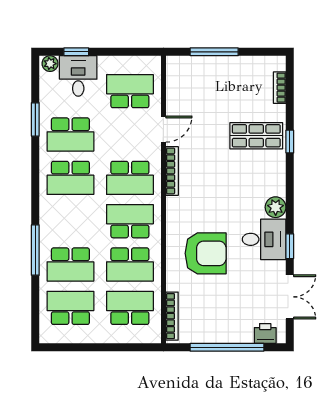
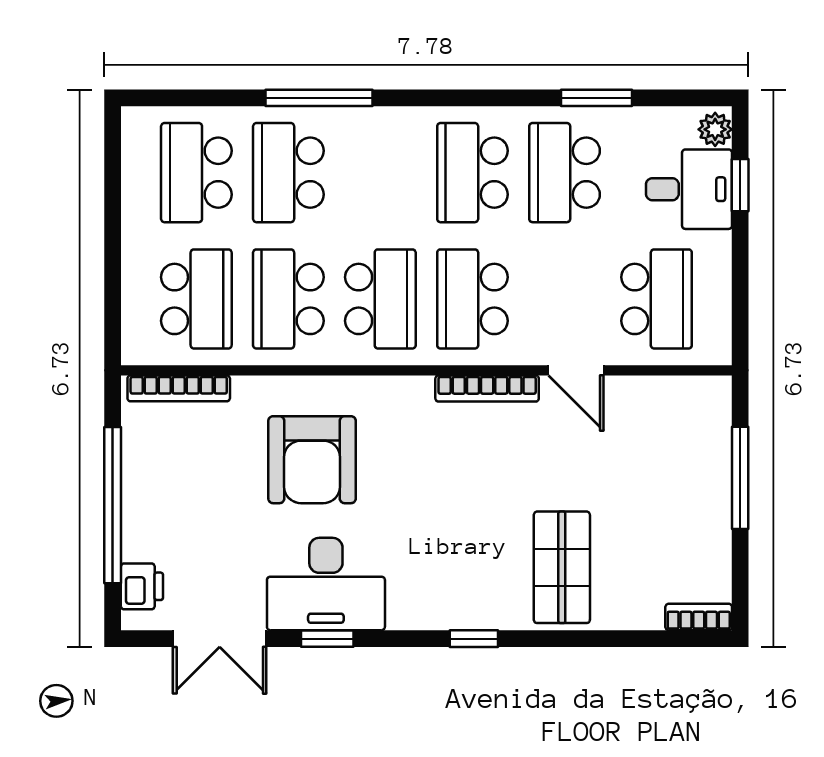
bookcase: (280, 88) -> (699, 617), moved
window: (290, 142) -> (474, 639), moved
plant: (276, 207) -> (410, 608), removed
desk: (264, 239) -> (326, 584), width x1.37
school desk: (70, 308) -> (196, 173), turned 180

